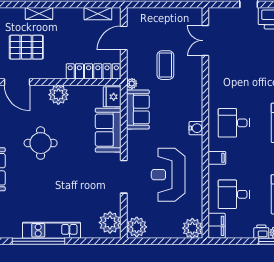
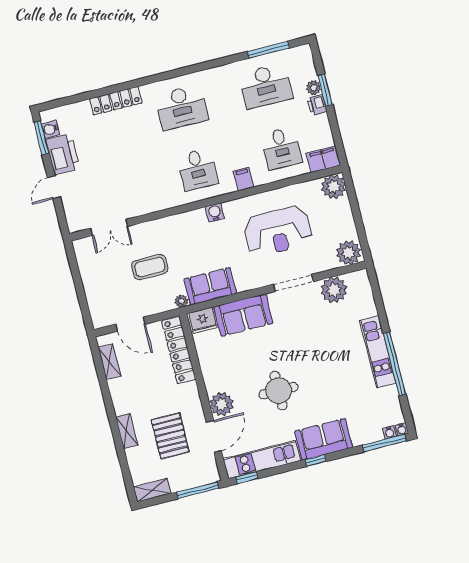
plant: (58, 95) -> (222, 404), moved
plant: (110, 223) -> (334, 290), moved

